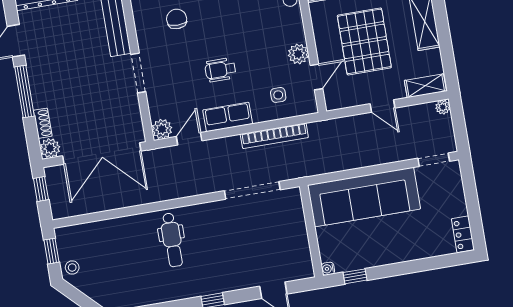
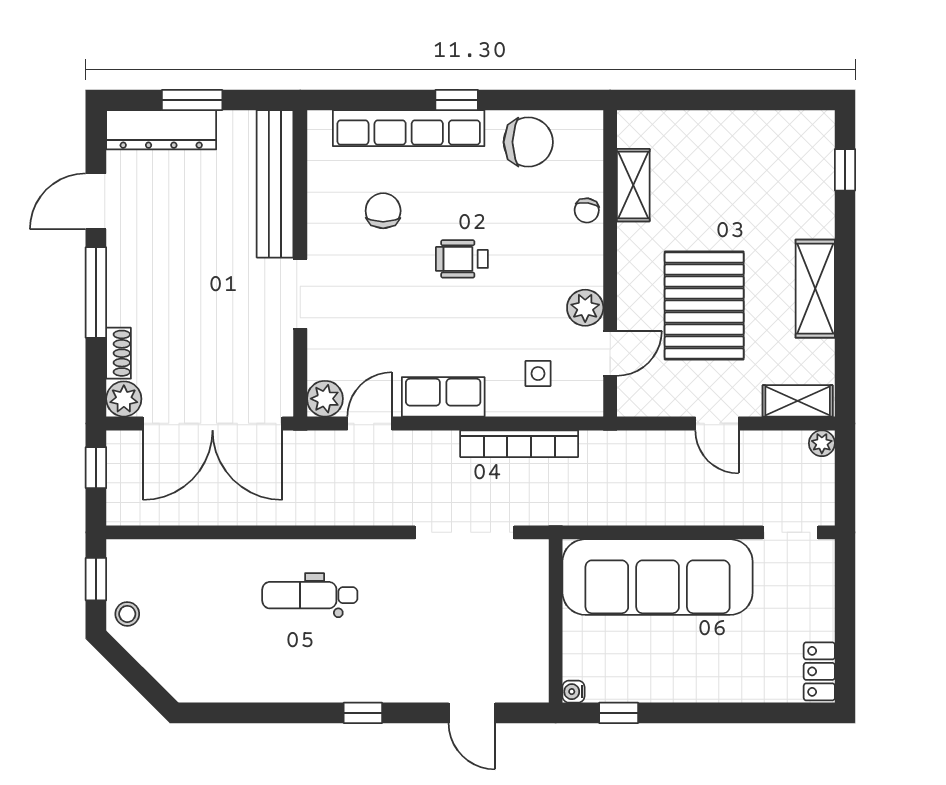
wheelchair: (220, 70) -> (462, 259), moved
dental chair: (172, 240) -> (310, 595), turned 90

